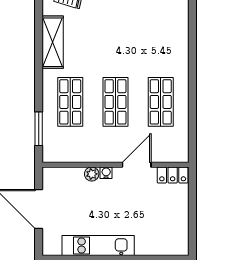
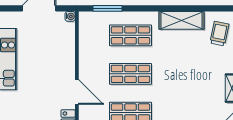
water cooler: (106, 173) -> (70, 16), moved
plant: (92, 174) -> (69, 54), removed

